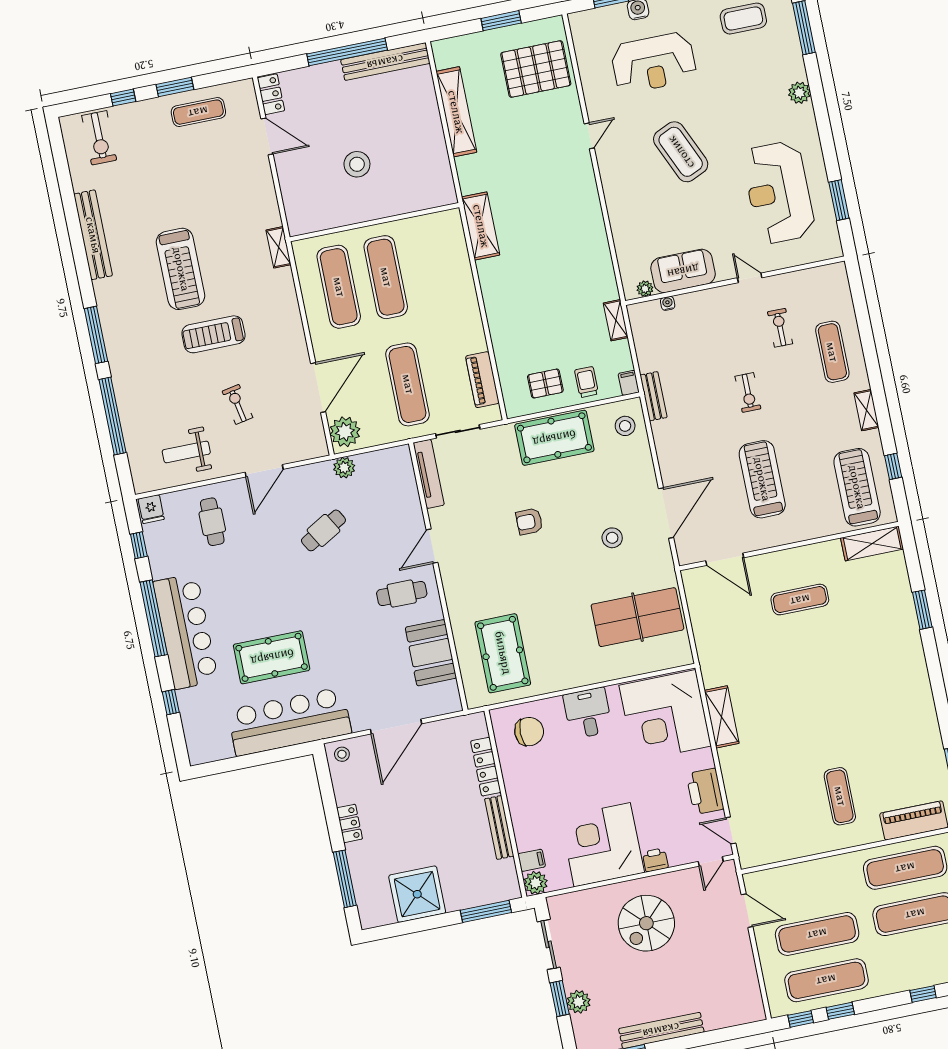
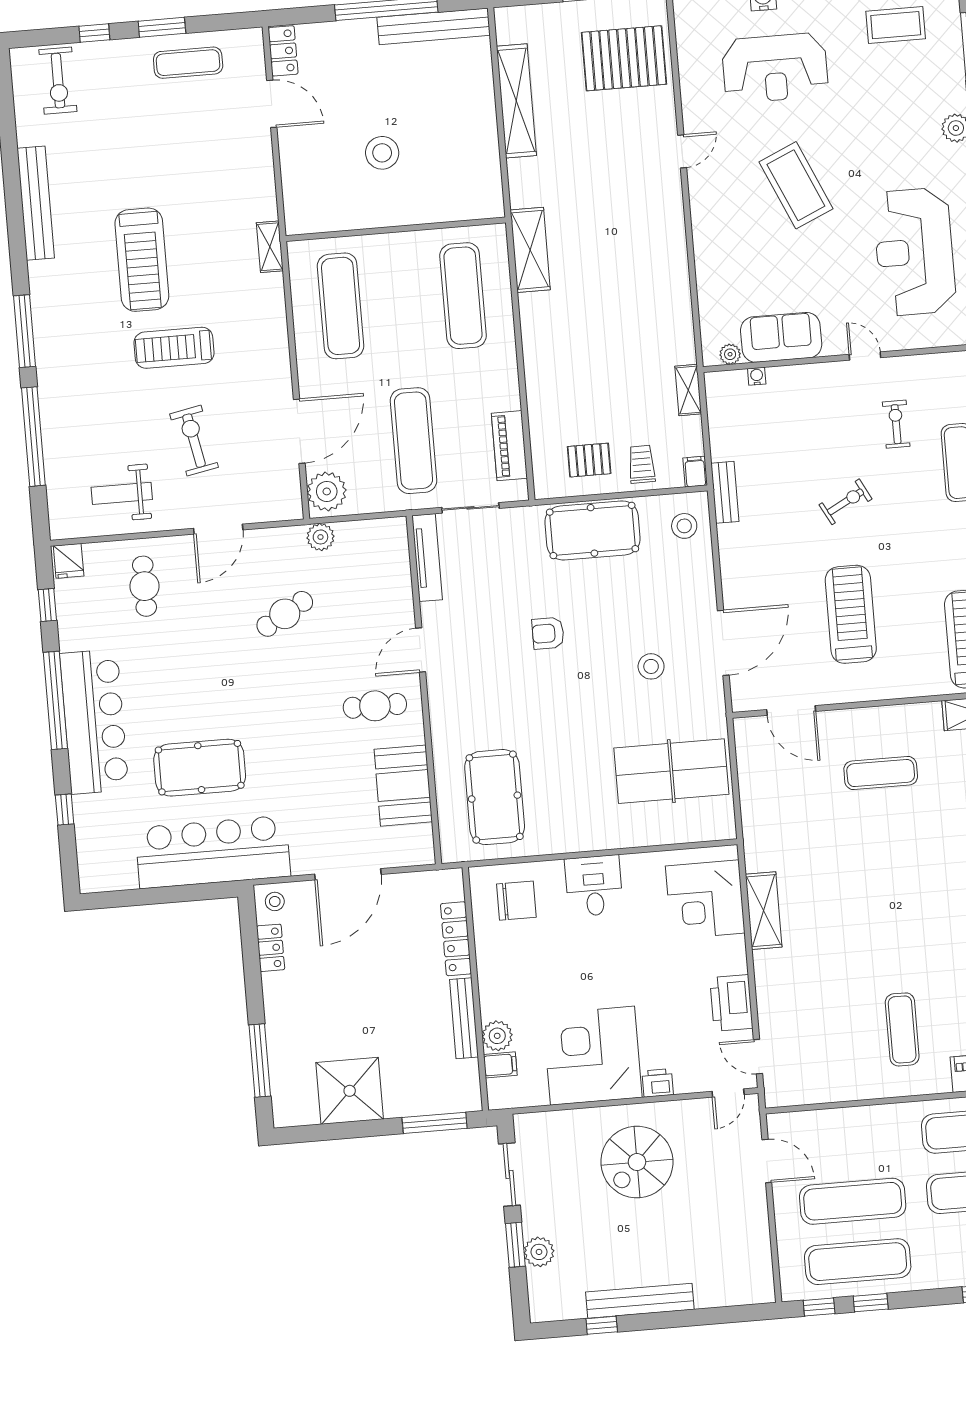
exercise mat: (386, 277) -> (463, 296), moved
exercise bike: (748, 393) -> (846, 502), turned -118
exercise bike: (237, 404) -> (194, 441), width x1.38, depth x1.39
corner desk: (665, 716) -> (705, 899), width x0.74, depth x0.74
locker: (350, 823) -> (271, 948), moved
plant: (536, 883) -> (497, 1036), moved

